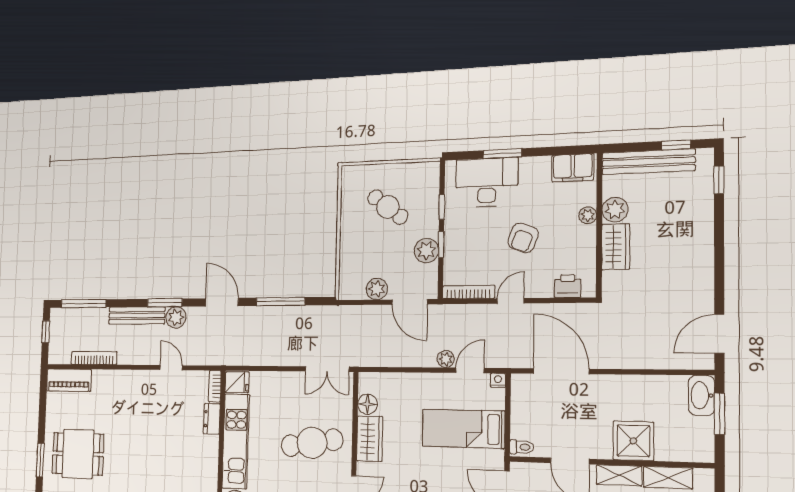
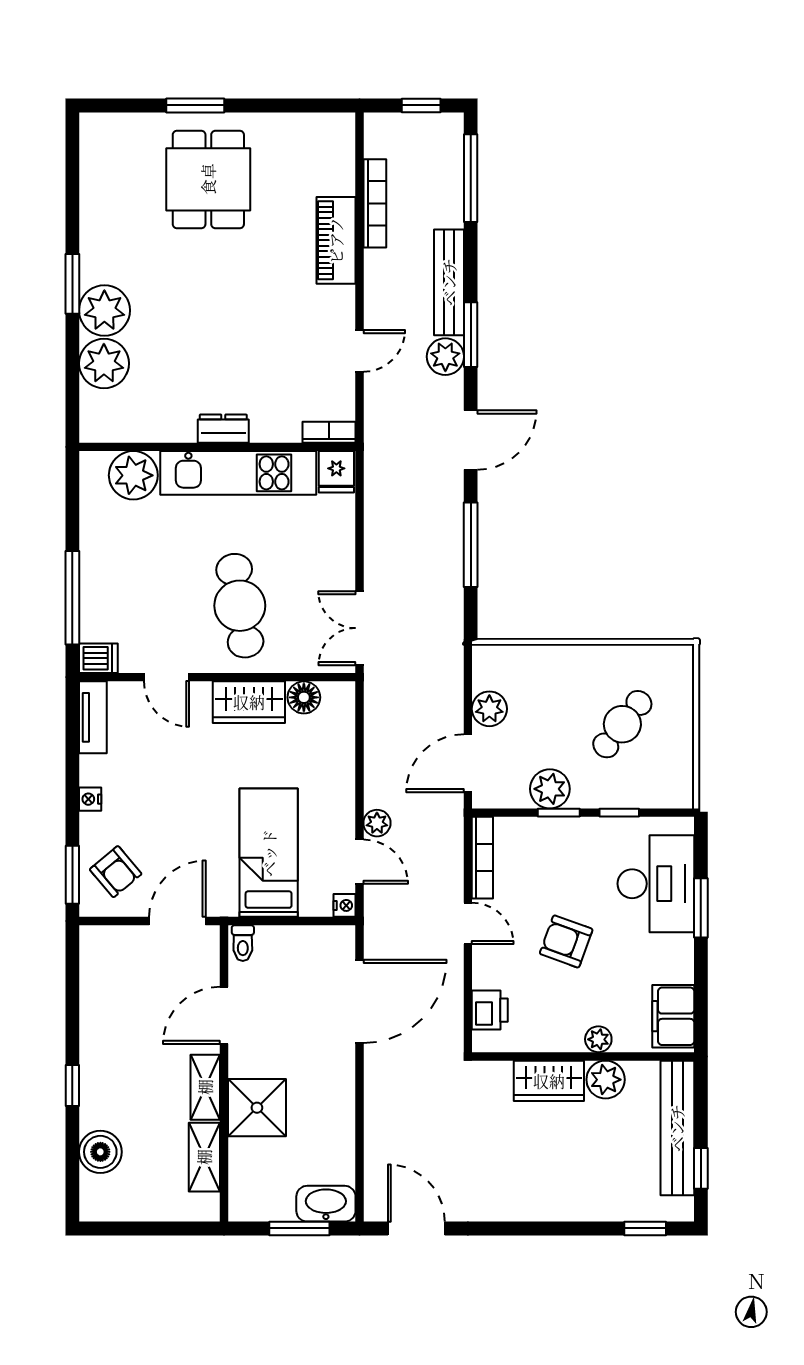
piano: (69, 380) -> (336, 240), moved
dresser: (212, 419) -> (223, 429), moved

